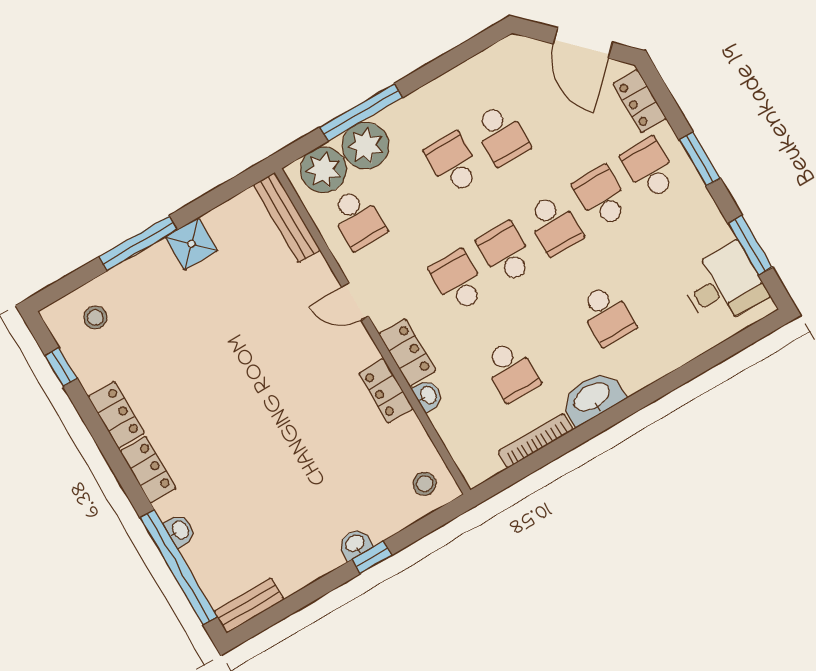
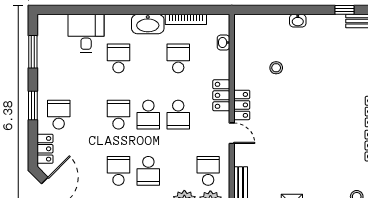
school desk: (650, 169) -> (59, 115), turned 180
school desk: (602, 197) -> (89, 115), removed
desk: (723, 286) -> (86, 33), moved, turned 90
locker: (386, 391) -> (242, 105), moved
washbasin: (428, 395) -> (223, 43), moved
stool: (424, 484) -> (276, 68), moved
window: (372, 557) -> (345, 10), moved

